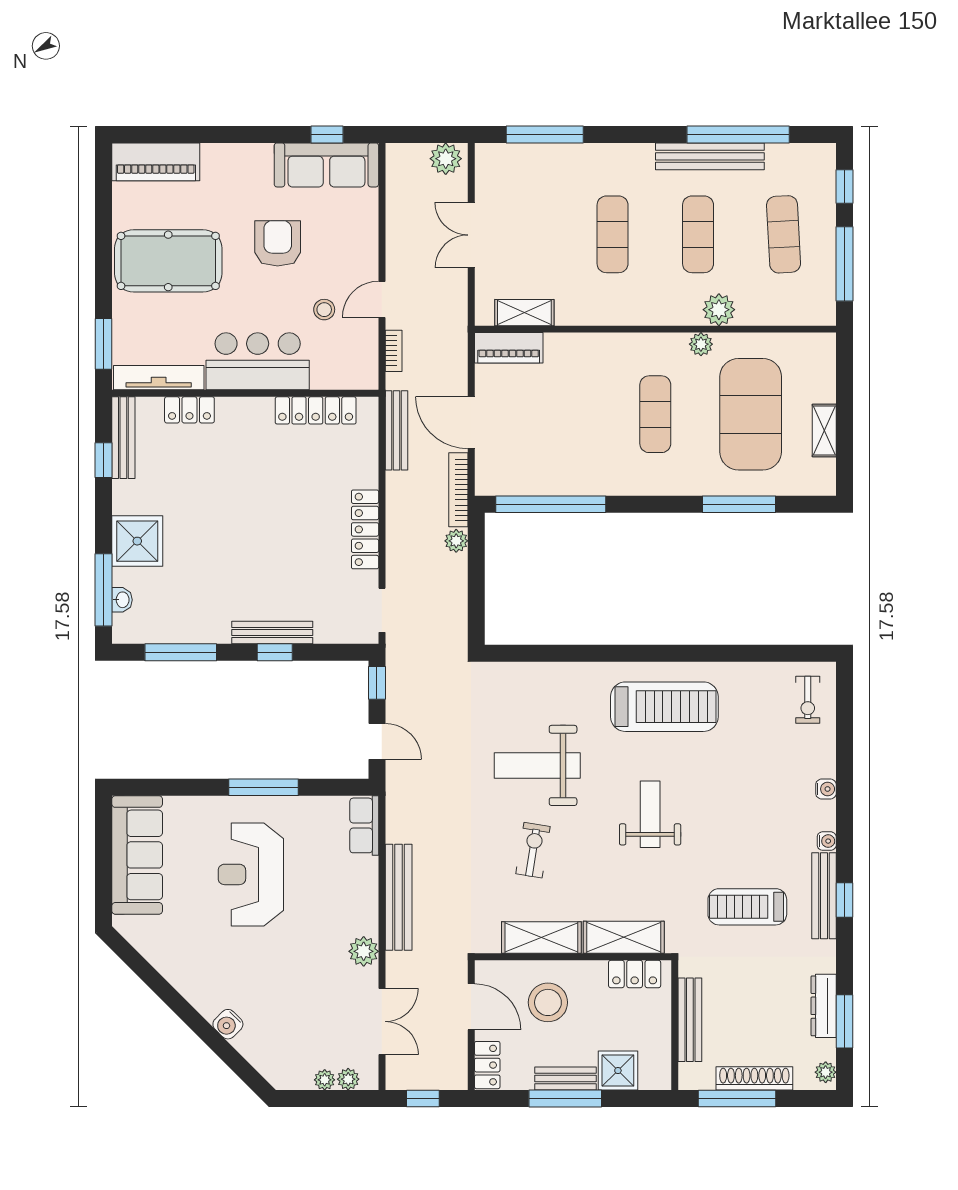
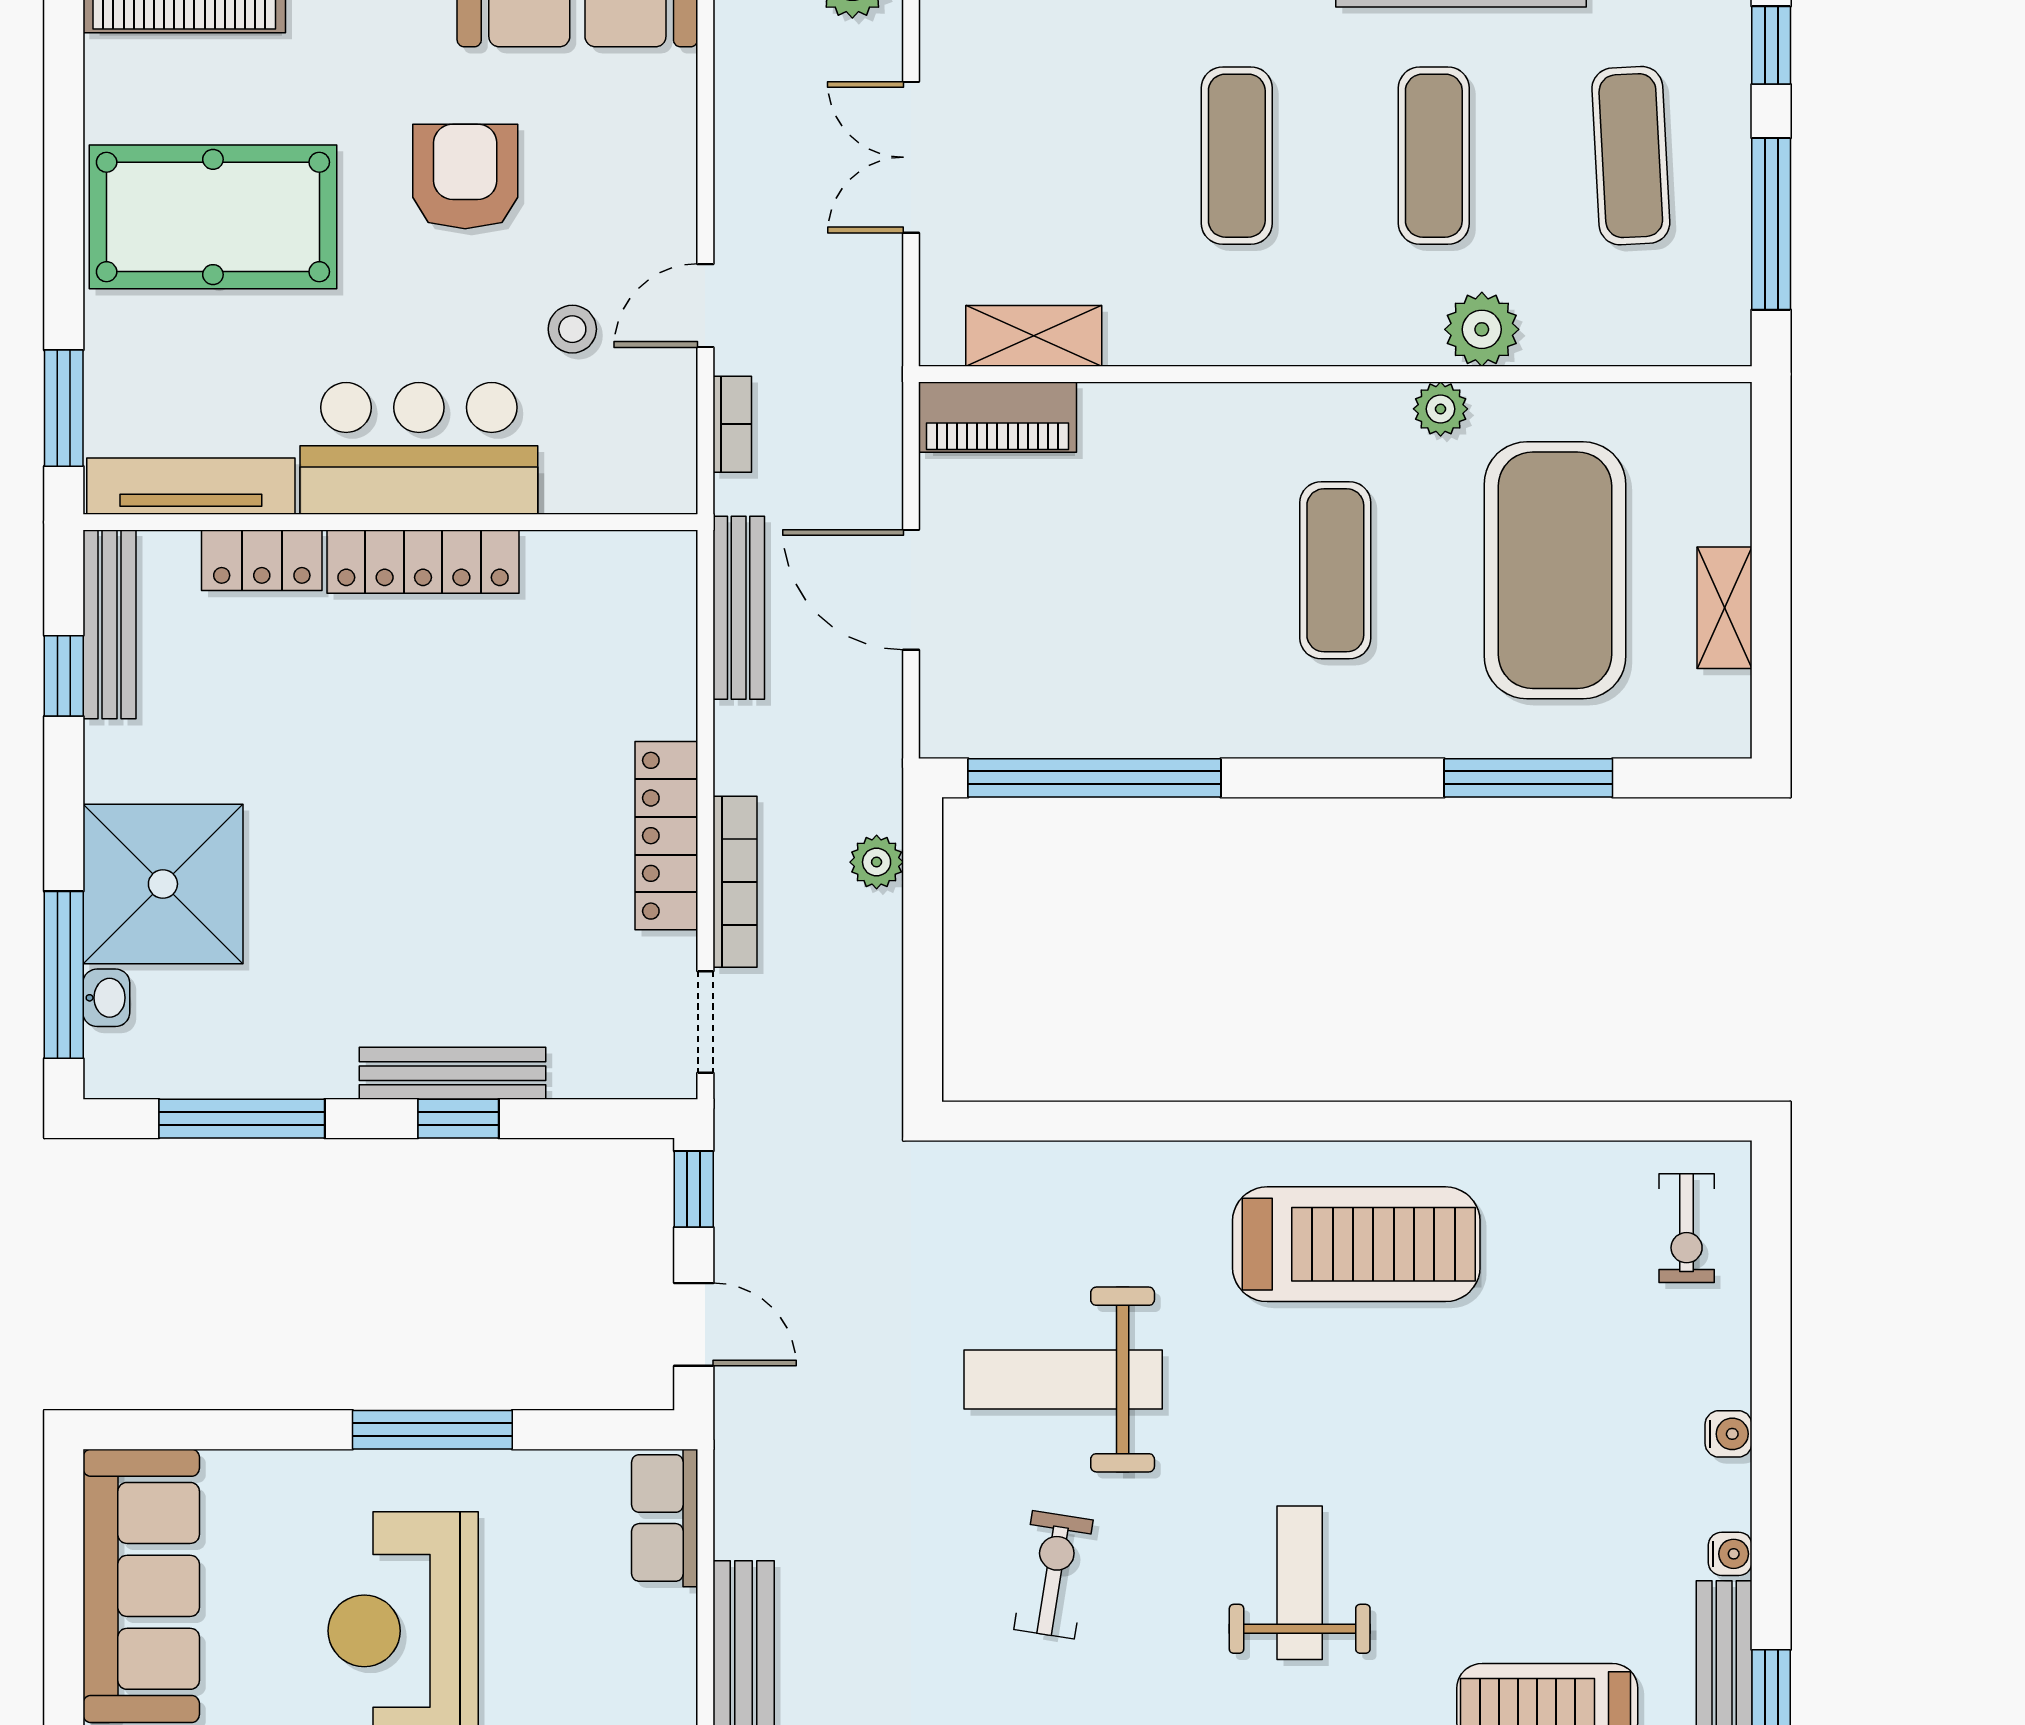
locker: (316, 410) -> (423, 562), moved
bookcase: (458, 490) -> (735, 882), moved, turned 180
shower: (137, 541) -> (163, 884), width x1.37, depth x1.37
weight bench: (650, 814) -> (1300, 1583), moved

